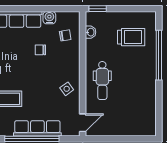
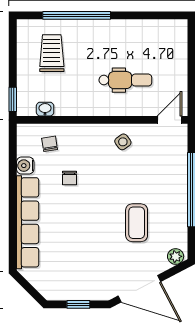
dental chair: (102, 81) -> (125, 80), moved
door: (83, 123) -> (170, 120), hinge flipped
row of seats: (37, 128) -> (177, 182), removed

